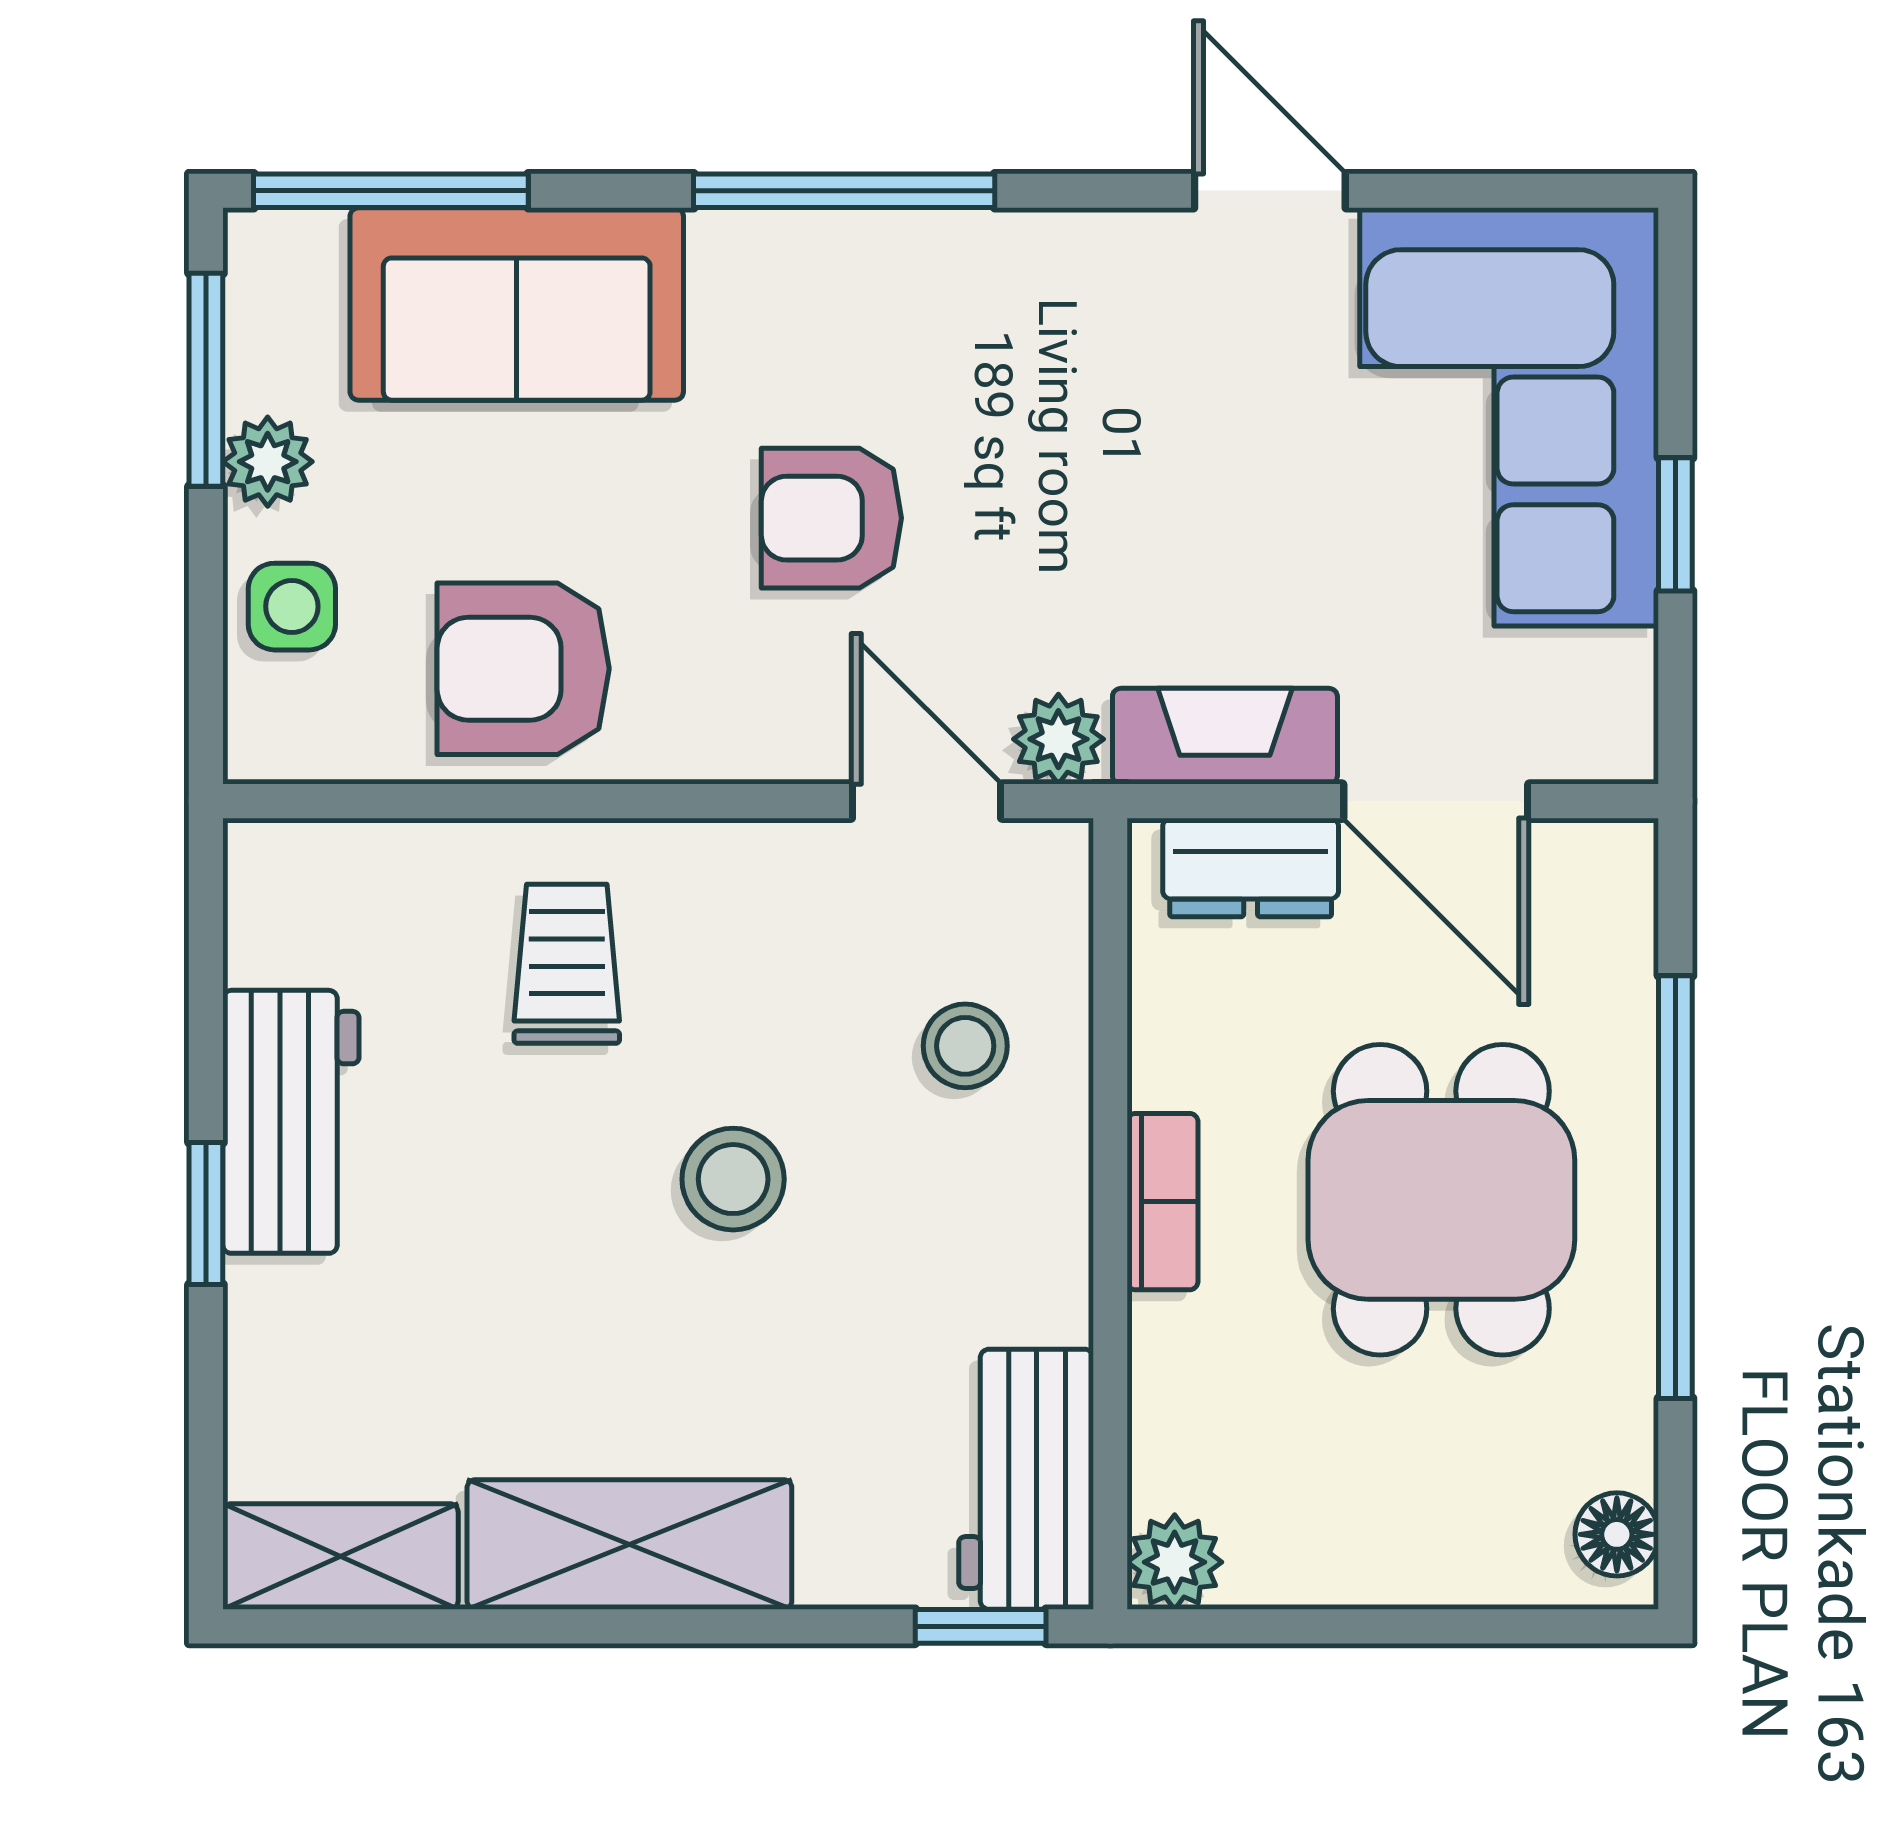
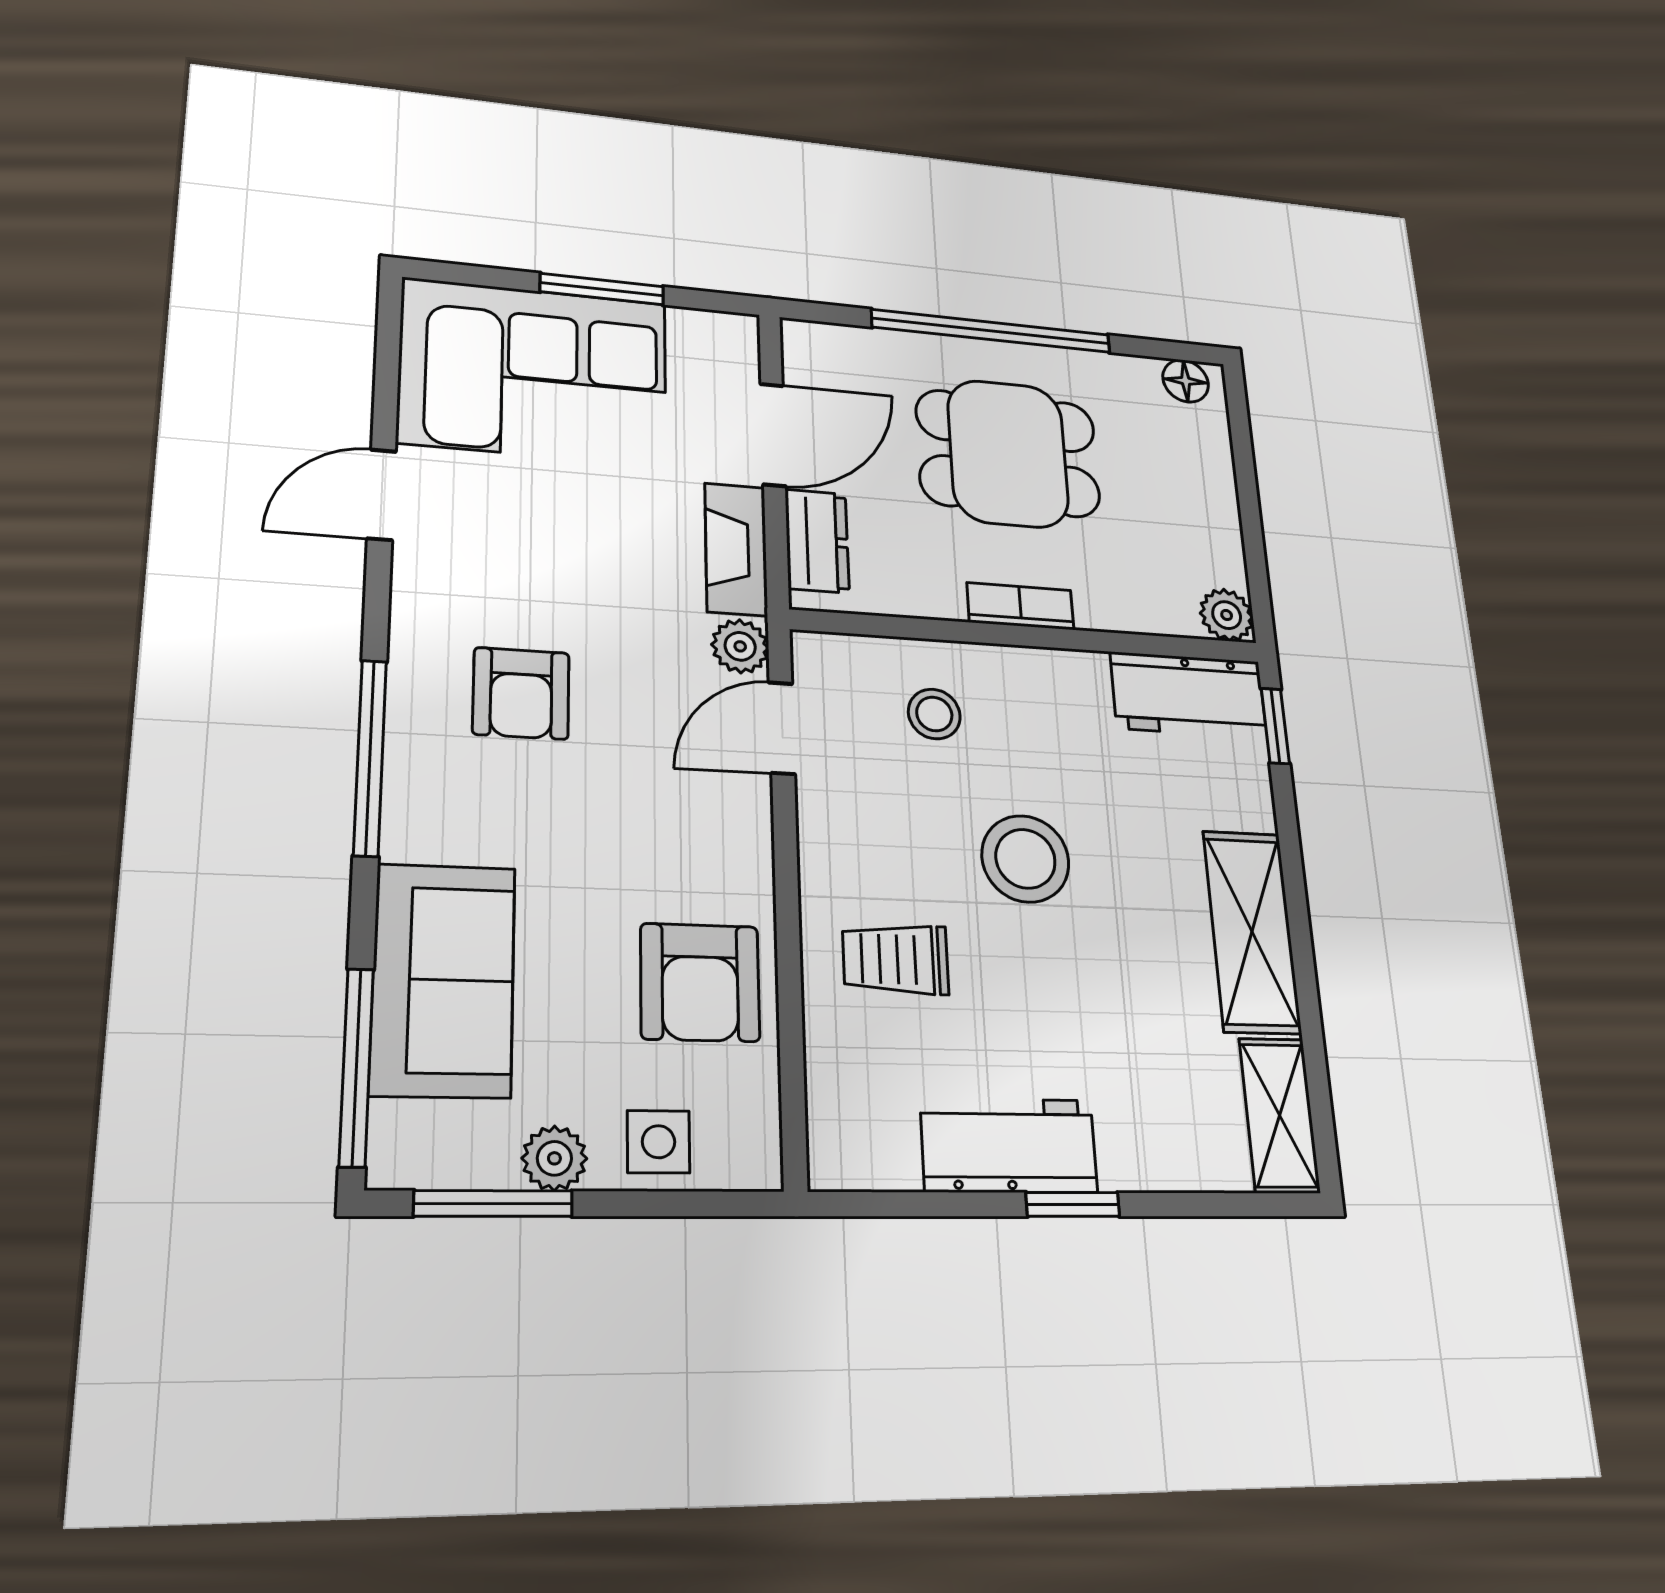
armchair: (831, 518) -> (521, 693), moved
window: (1675, 524) -> (602, 289), width x1.50
stool: (733, 1179) -> (1025, 859), width x1.38, depth x1.38

